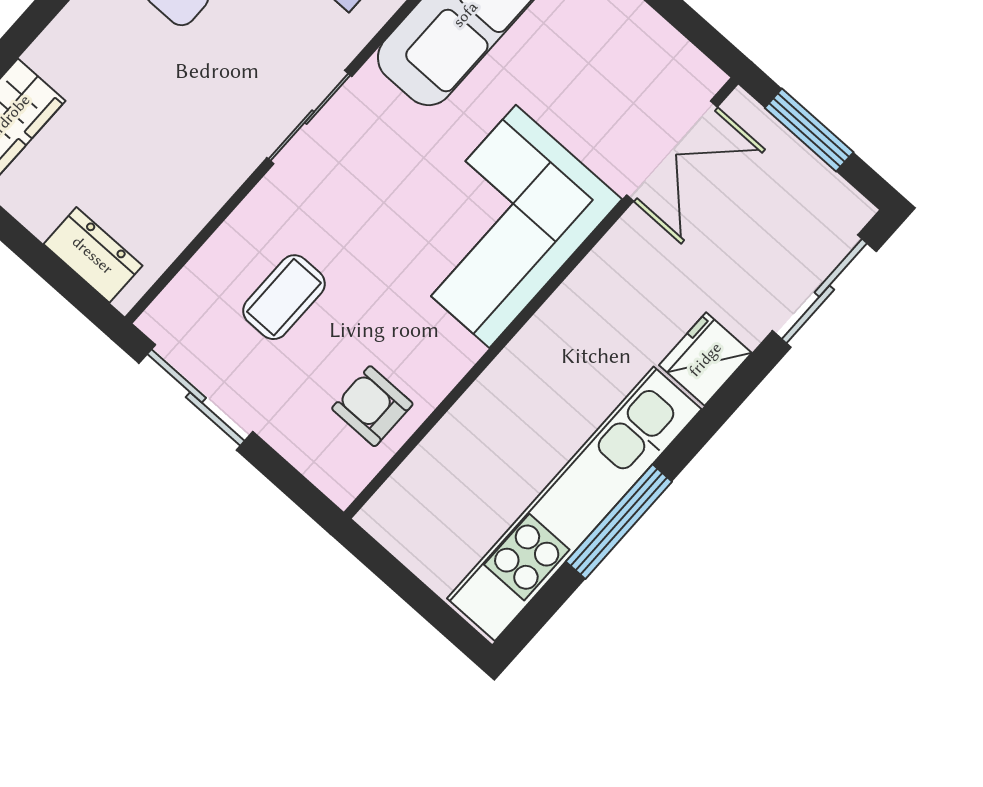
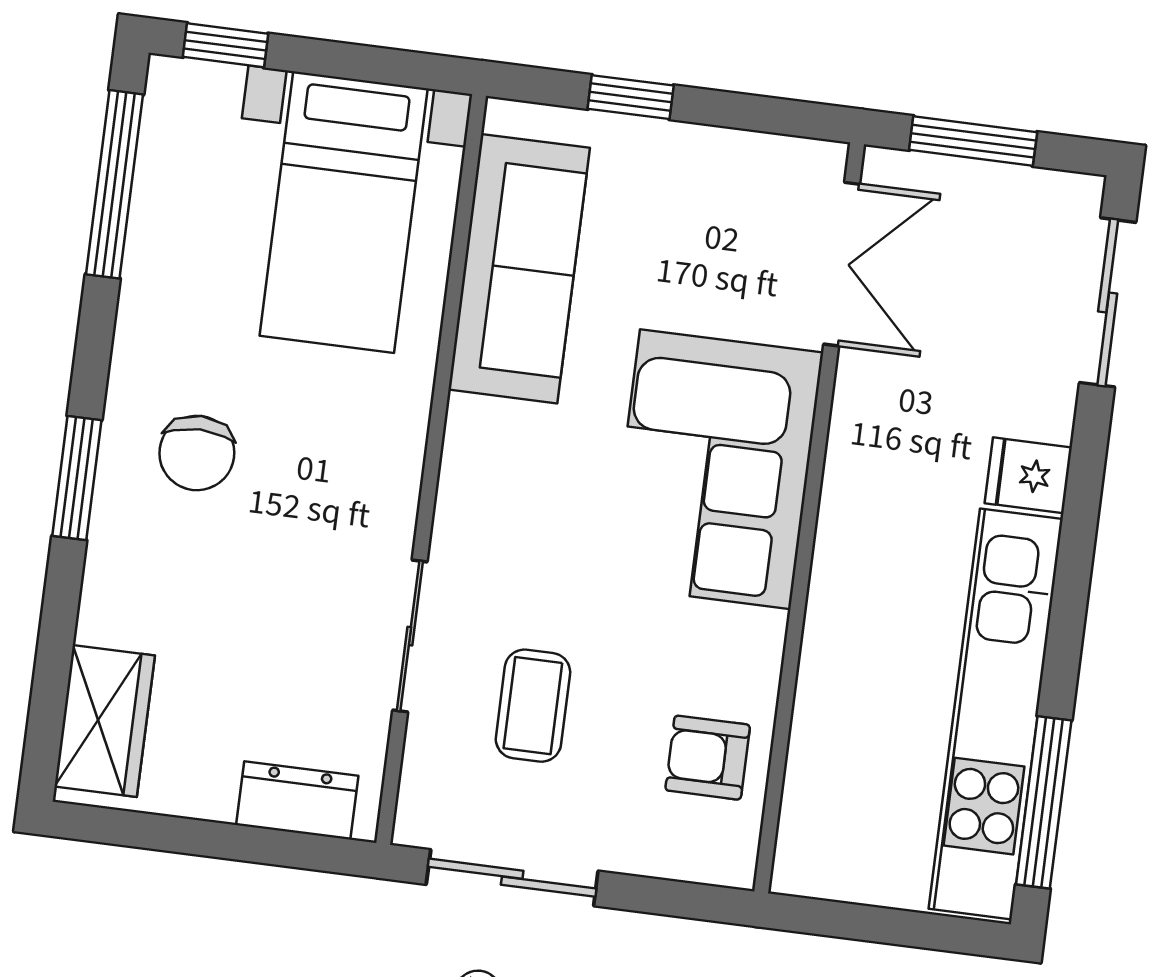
sliding door: (309, 117) -> (410, 636), moved
fridge: (705, 359) -> (1028, 475), width x0.72
window: (619, 522) -> (1044, 802), moved

